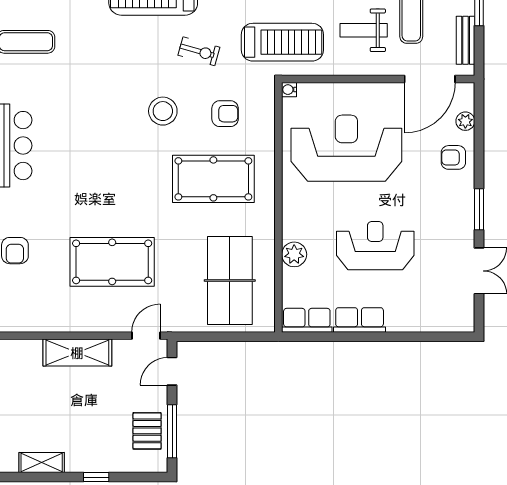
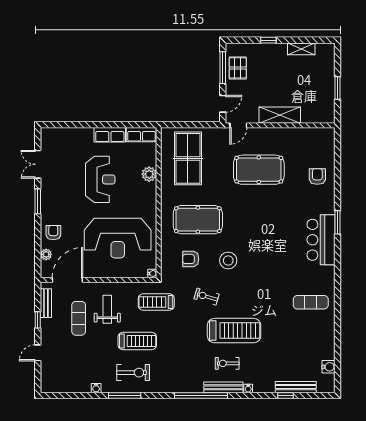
weight bench: (364, 30) -> (107, 309), turned -90
treadmill: (282, 42) -> (156, 302), width x0.73, depth x0.73
armchair: (453, 157) -> (53, 233), turned -90
reception desk: (375, 246) -> (100, 179), turned -90

